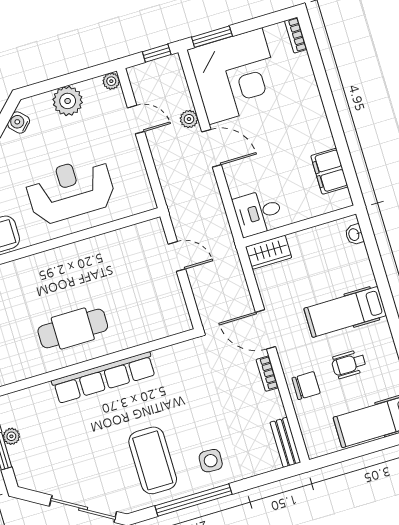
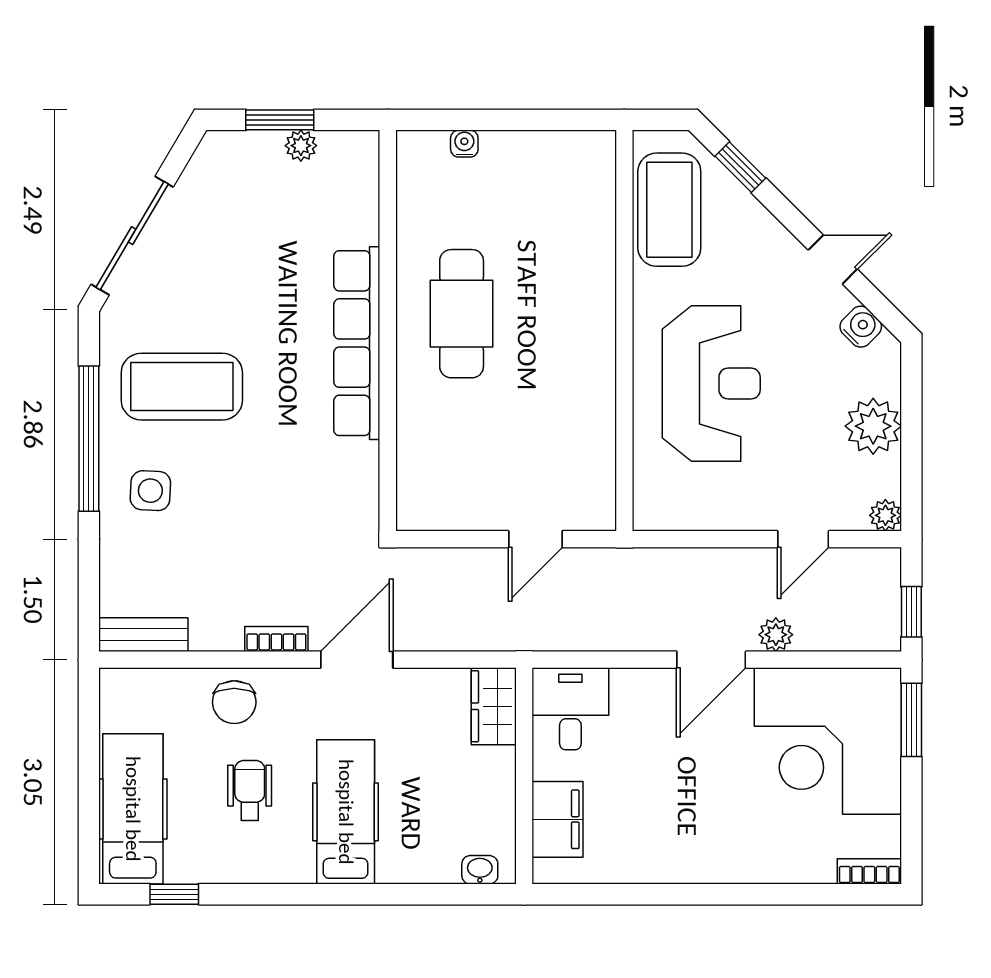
filing cabinet: (329, 171) -> (558, 819), moved, turned 90

